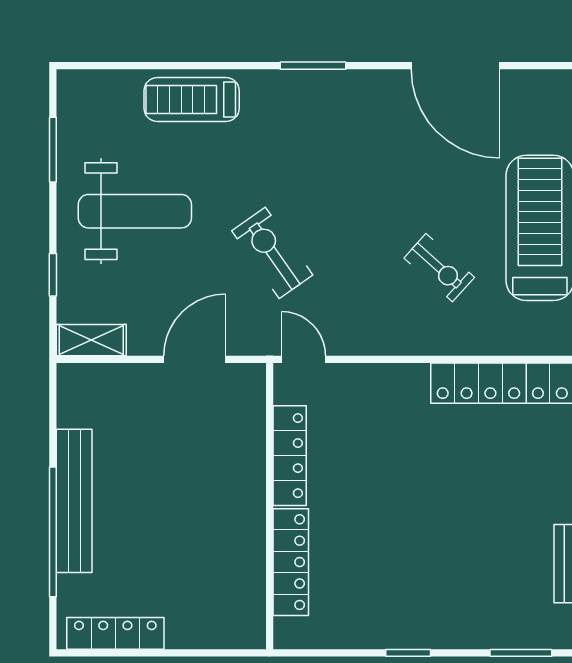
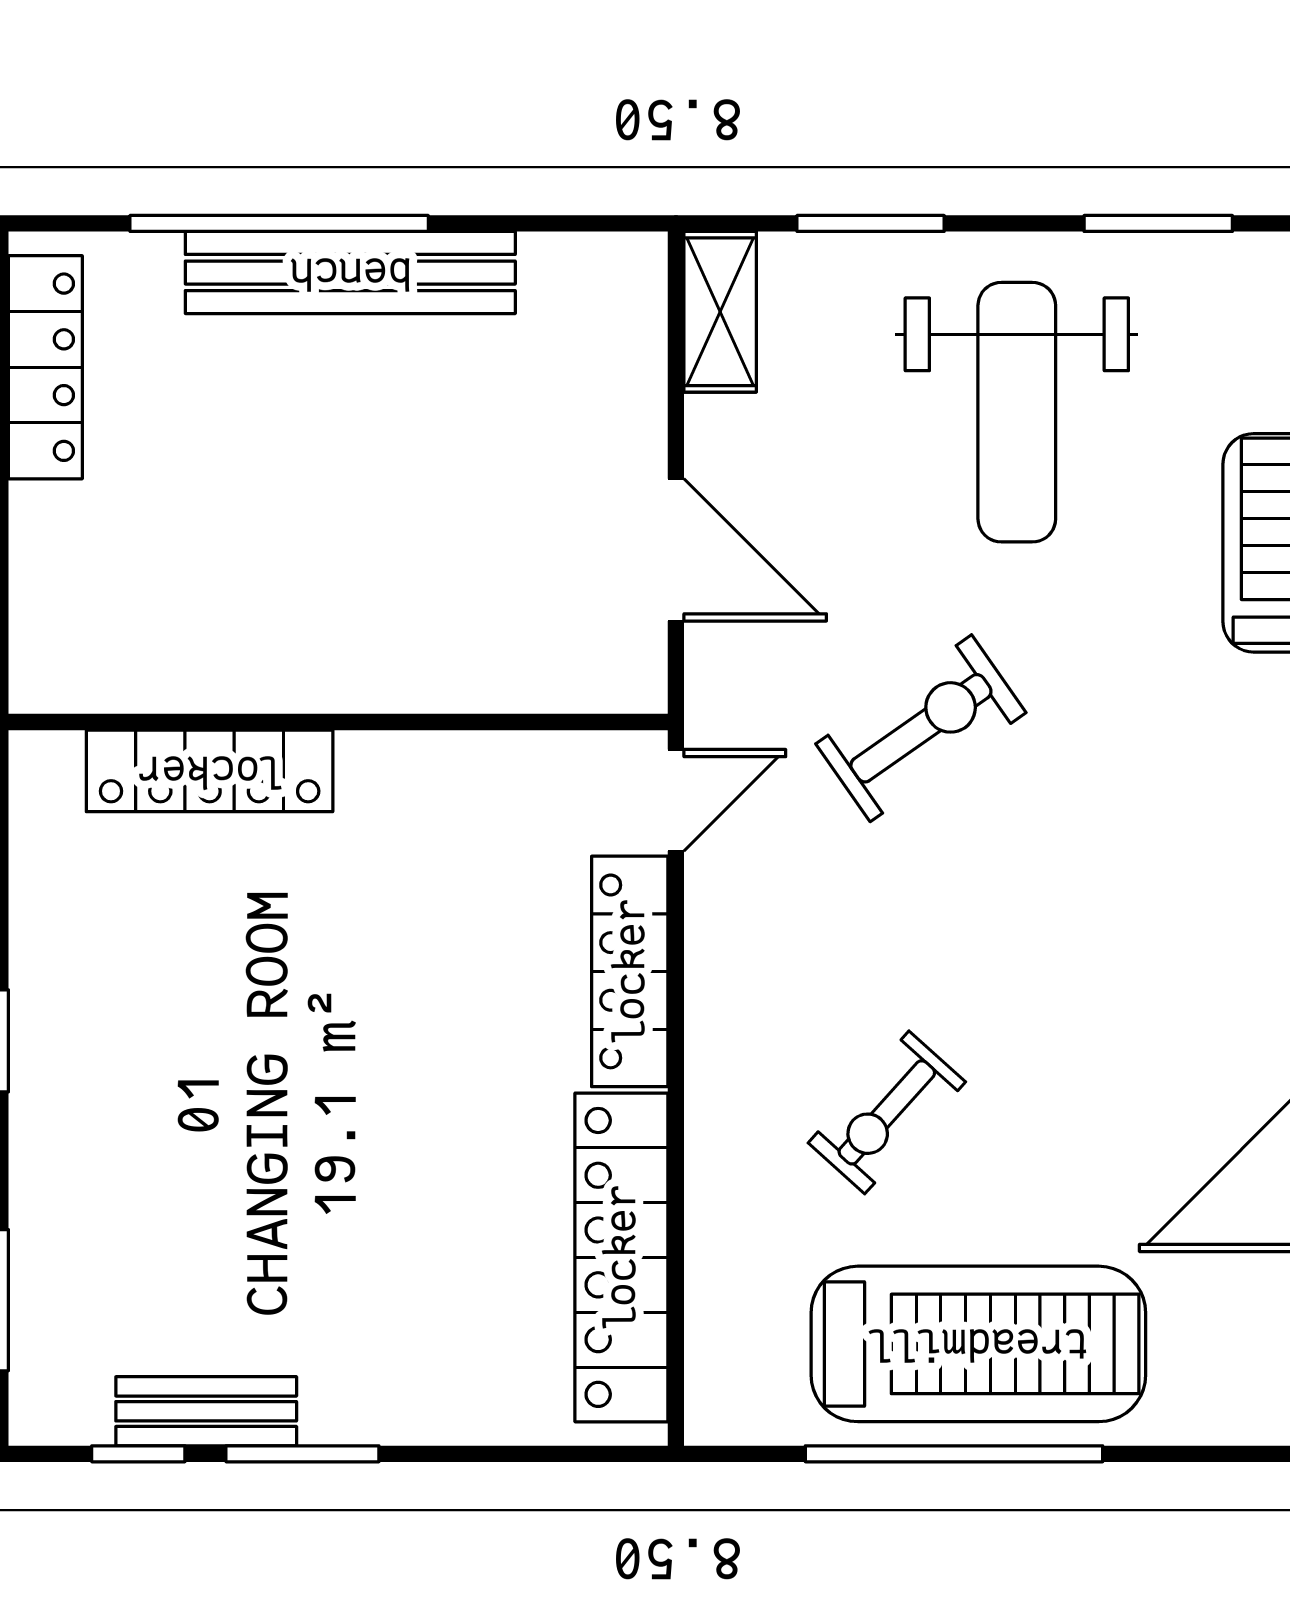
window: (53, 275) -> (871, 223), width x1.50
locker: (290, 456) -> (630, 971), moved, turned 90

